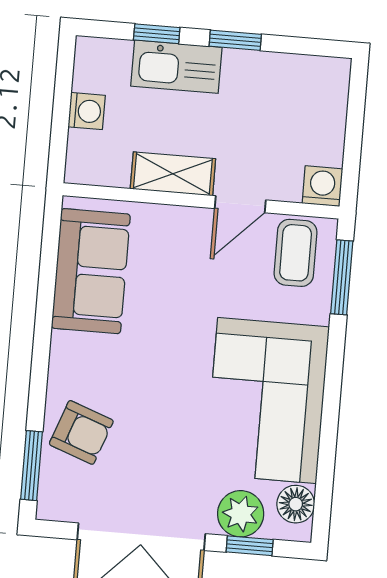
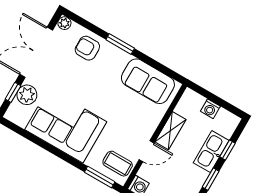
door: (240, 204) -> (146, 151), swing flipped
armchair: (81, 432) -> (87, 48), turned 70
window: (31, 466) -> (120, 44), moved
floor lamp: (296, 504) -> (21, 118), removed
plant: (51, 506) -> (64, 23), added

